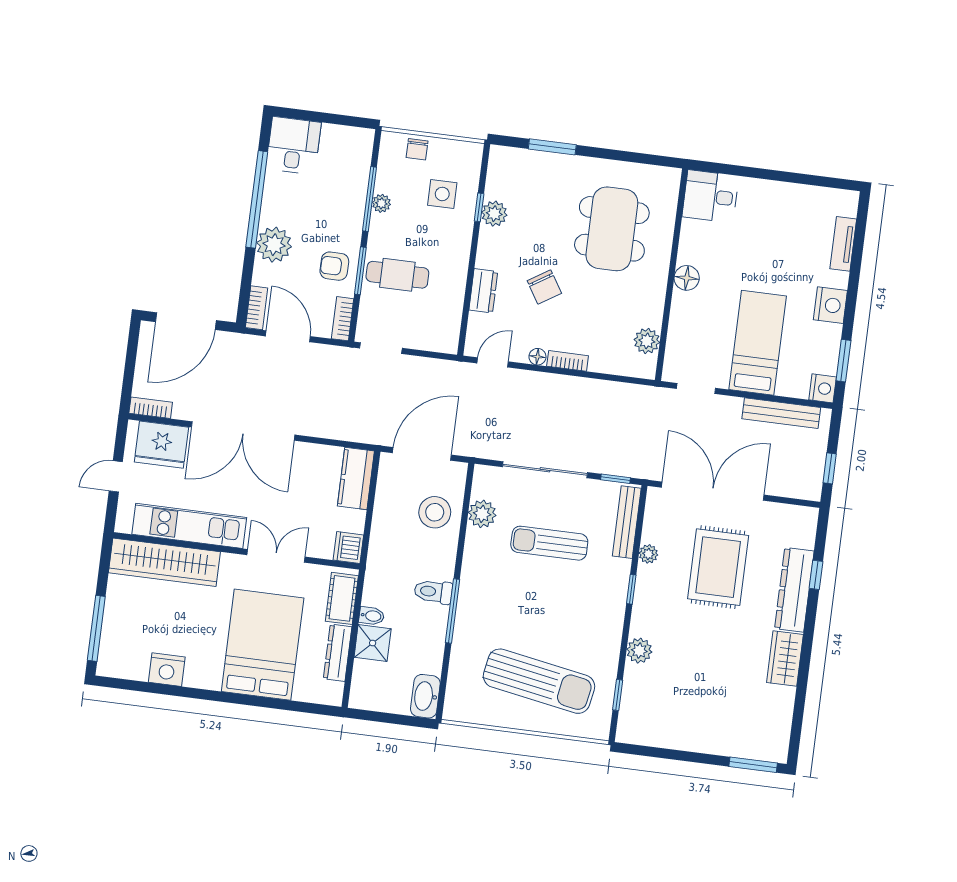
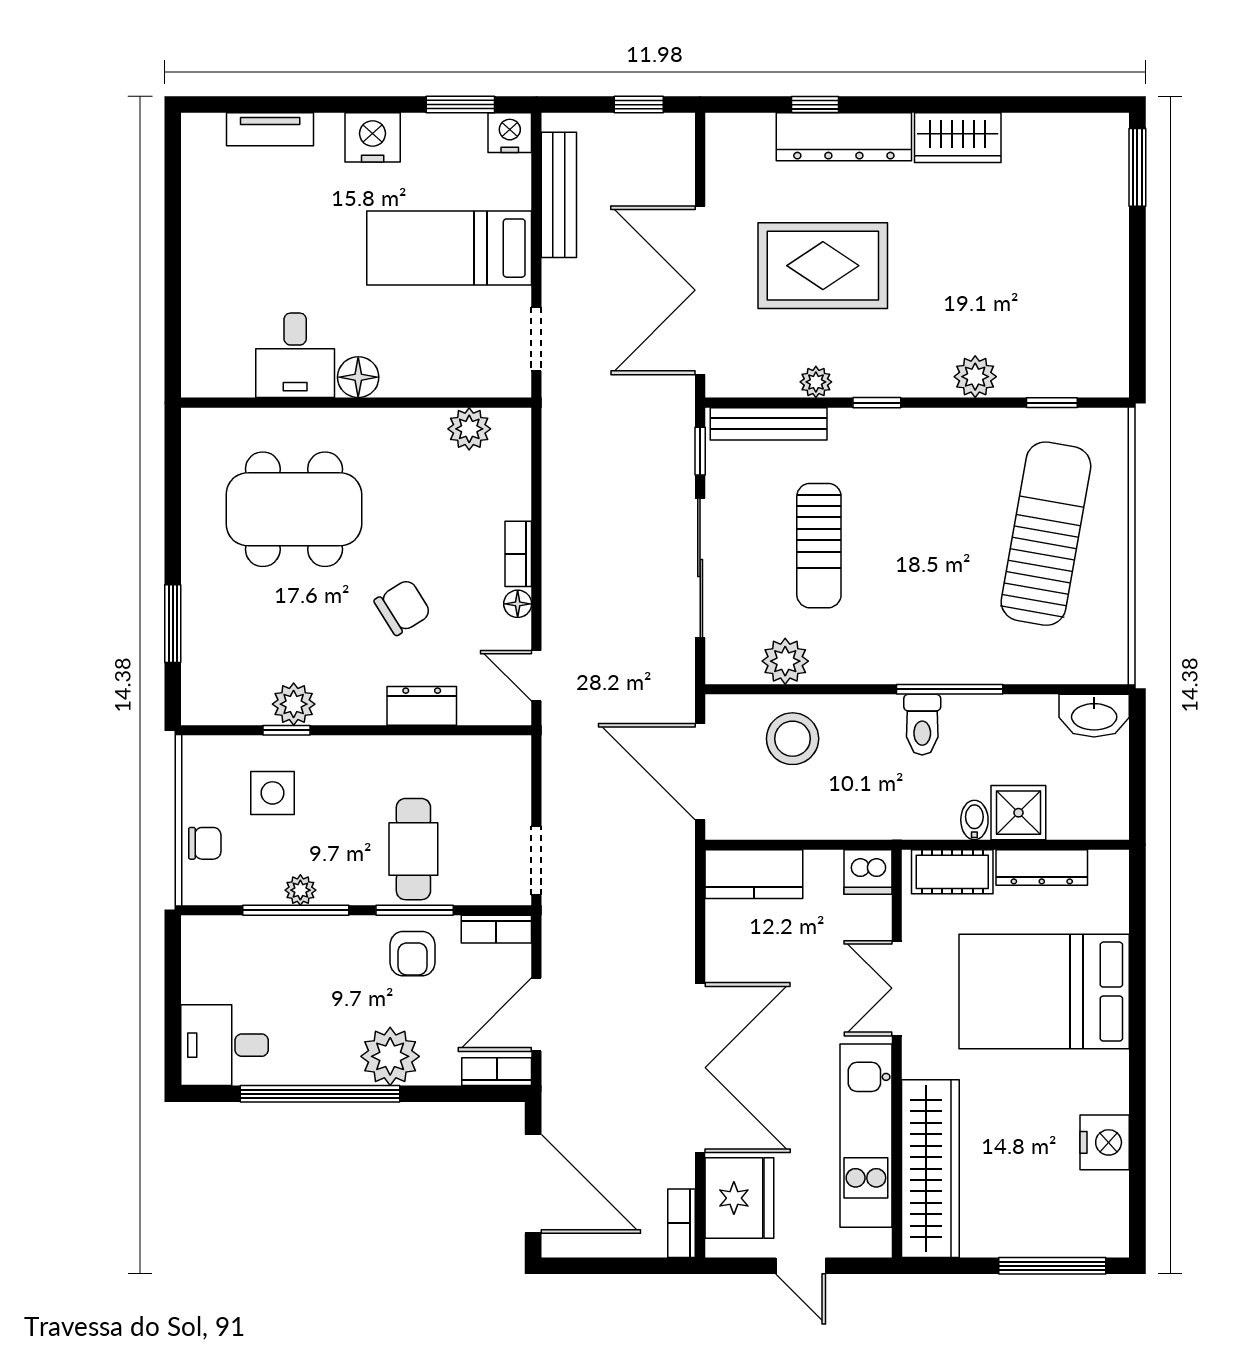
desk: (711, 196) -> (295, 355), moved

